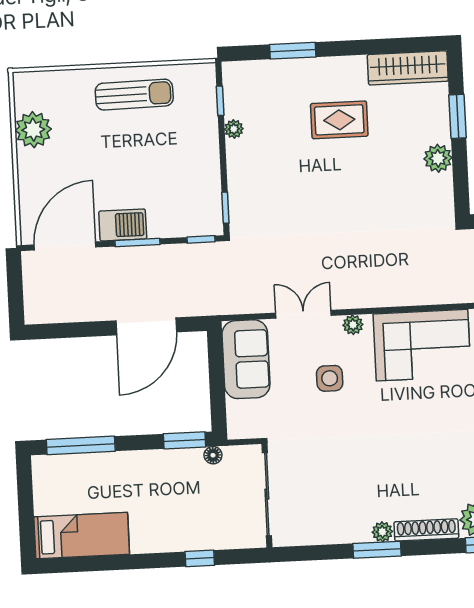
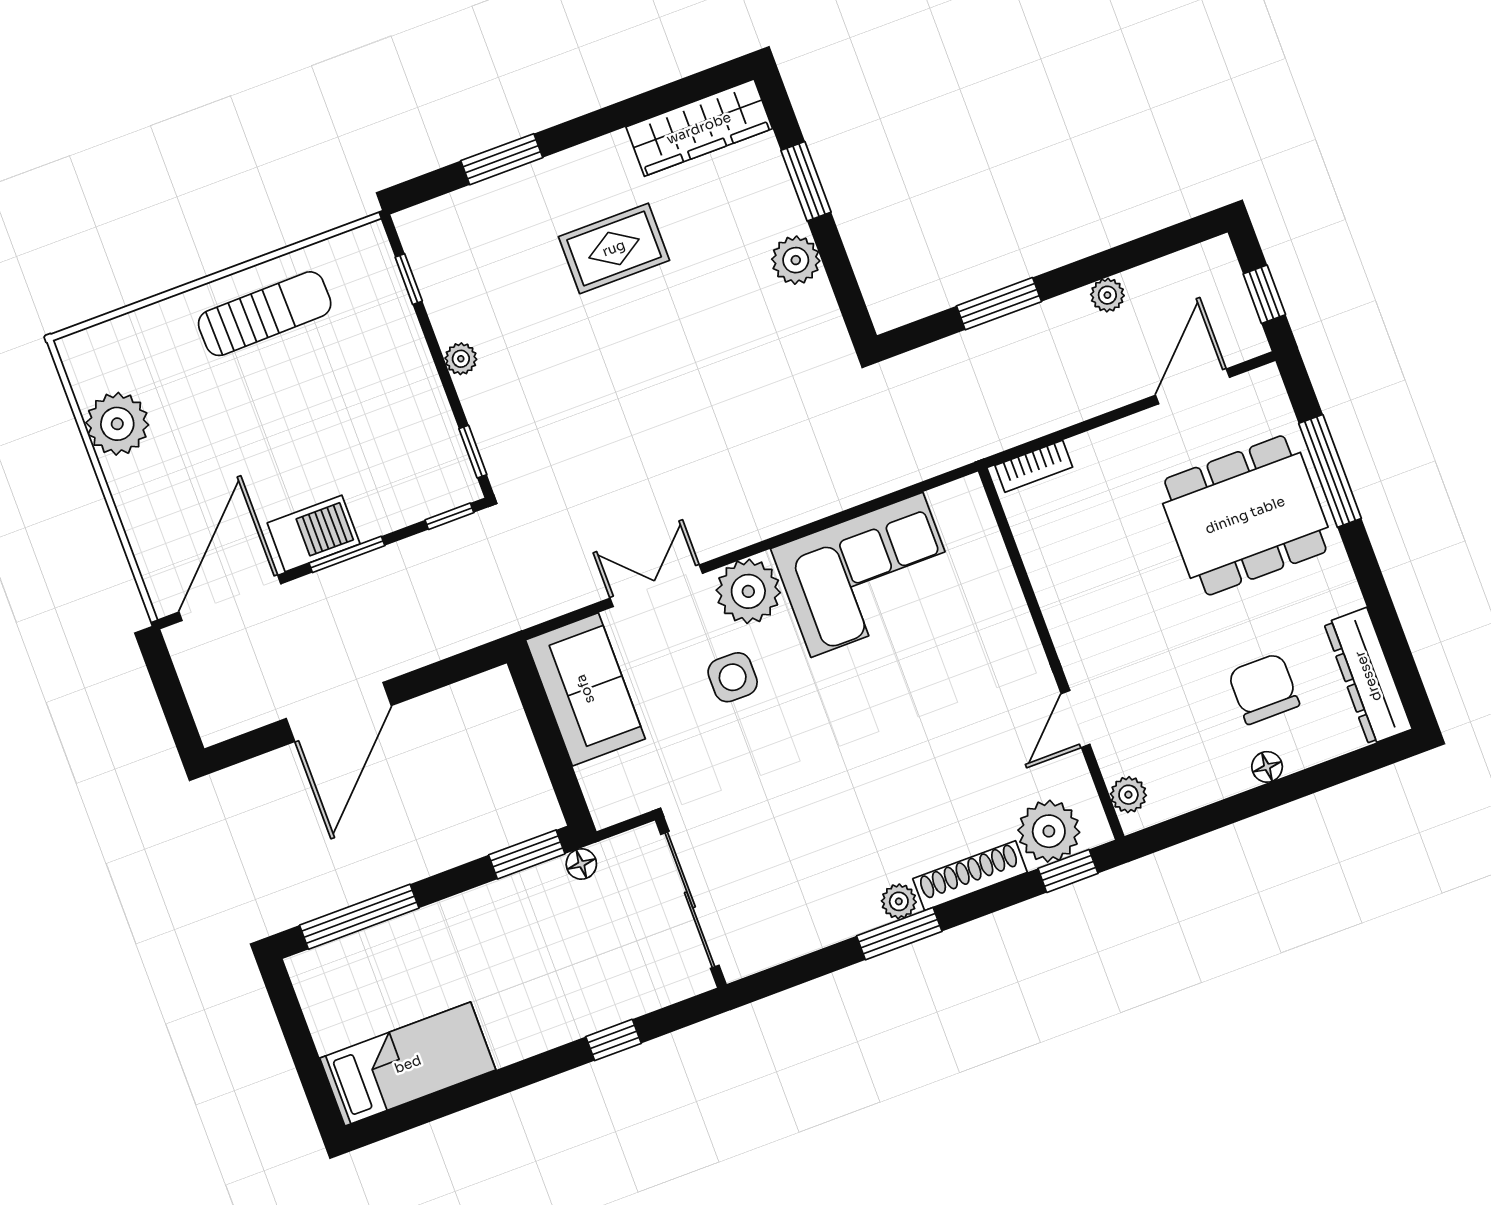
plant: (234, 129) -> (461, 359), moved
plant: (353, 325) -> (748, 591), width x1.88, depth x1.88
door: (146, 326) -> (339, 712), moved

